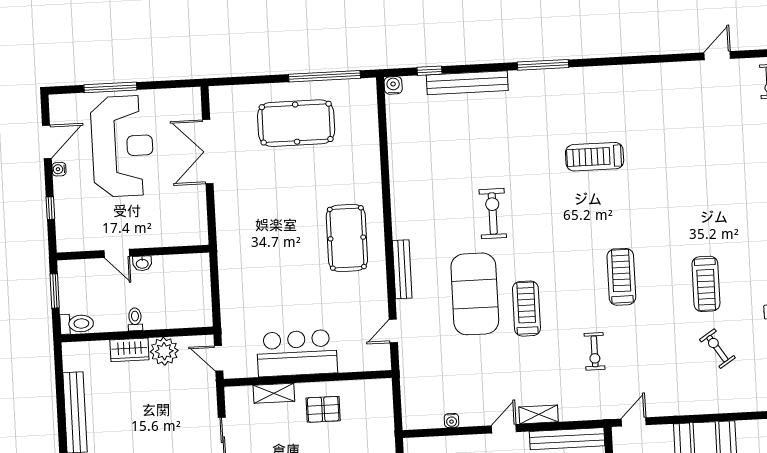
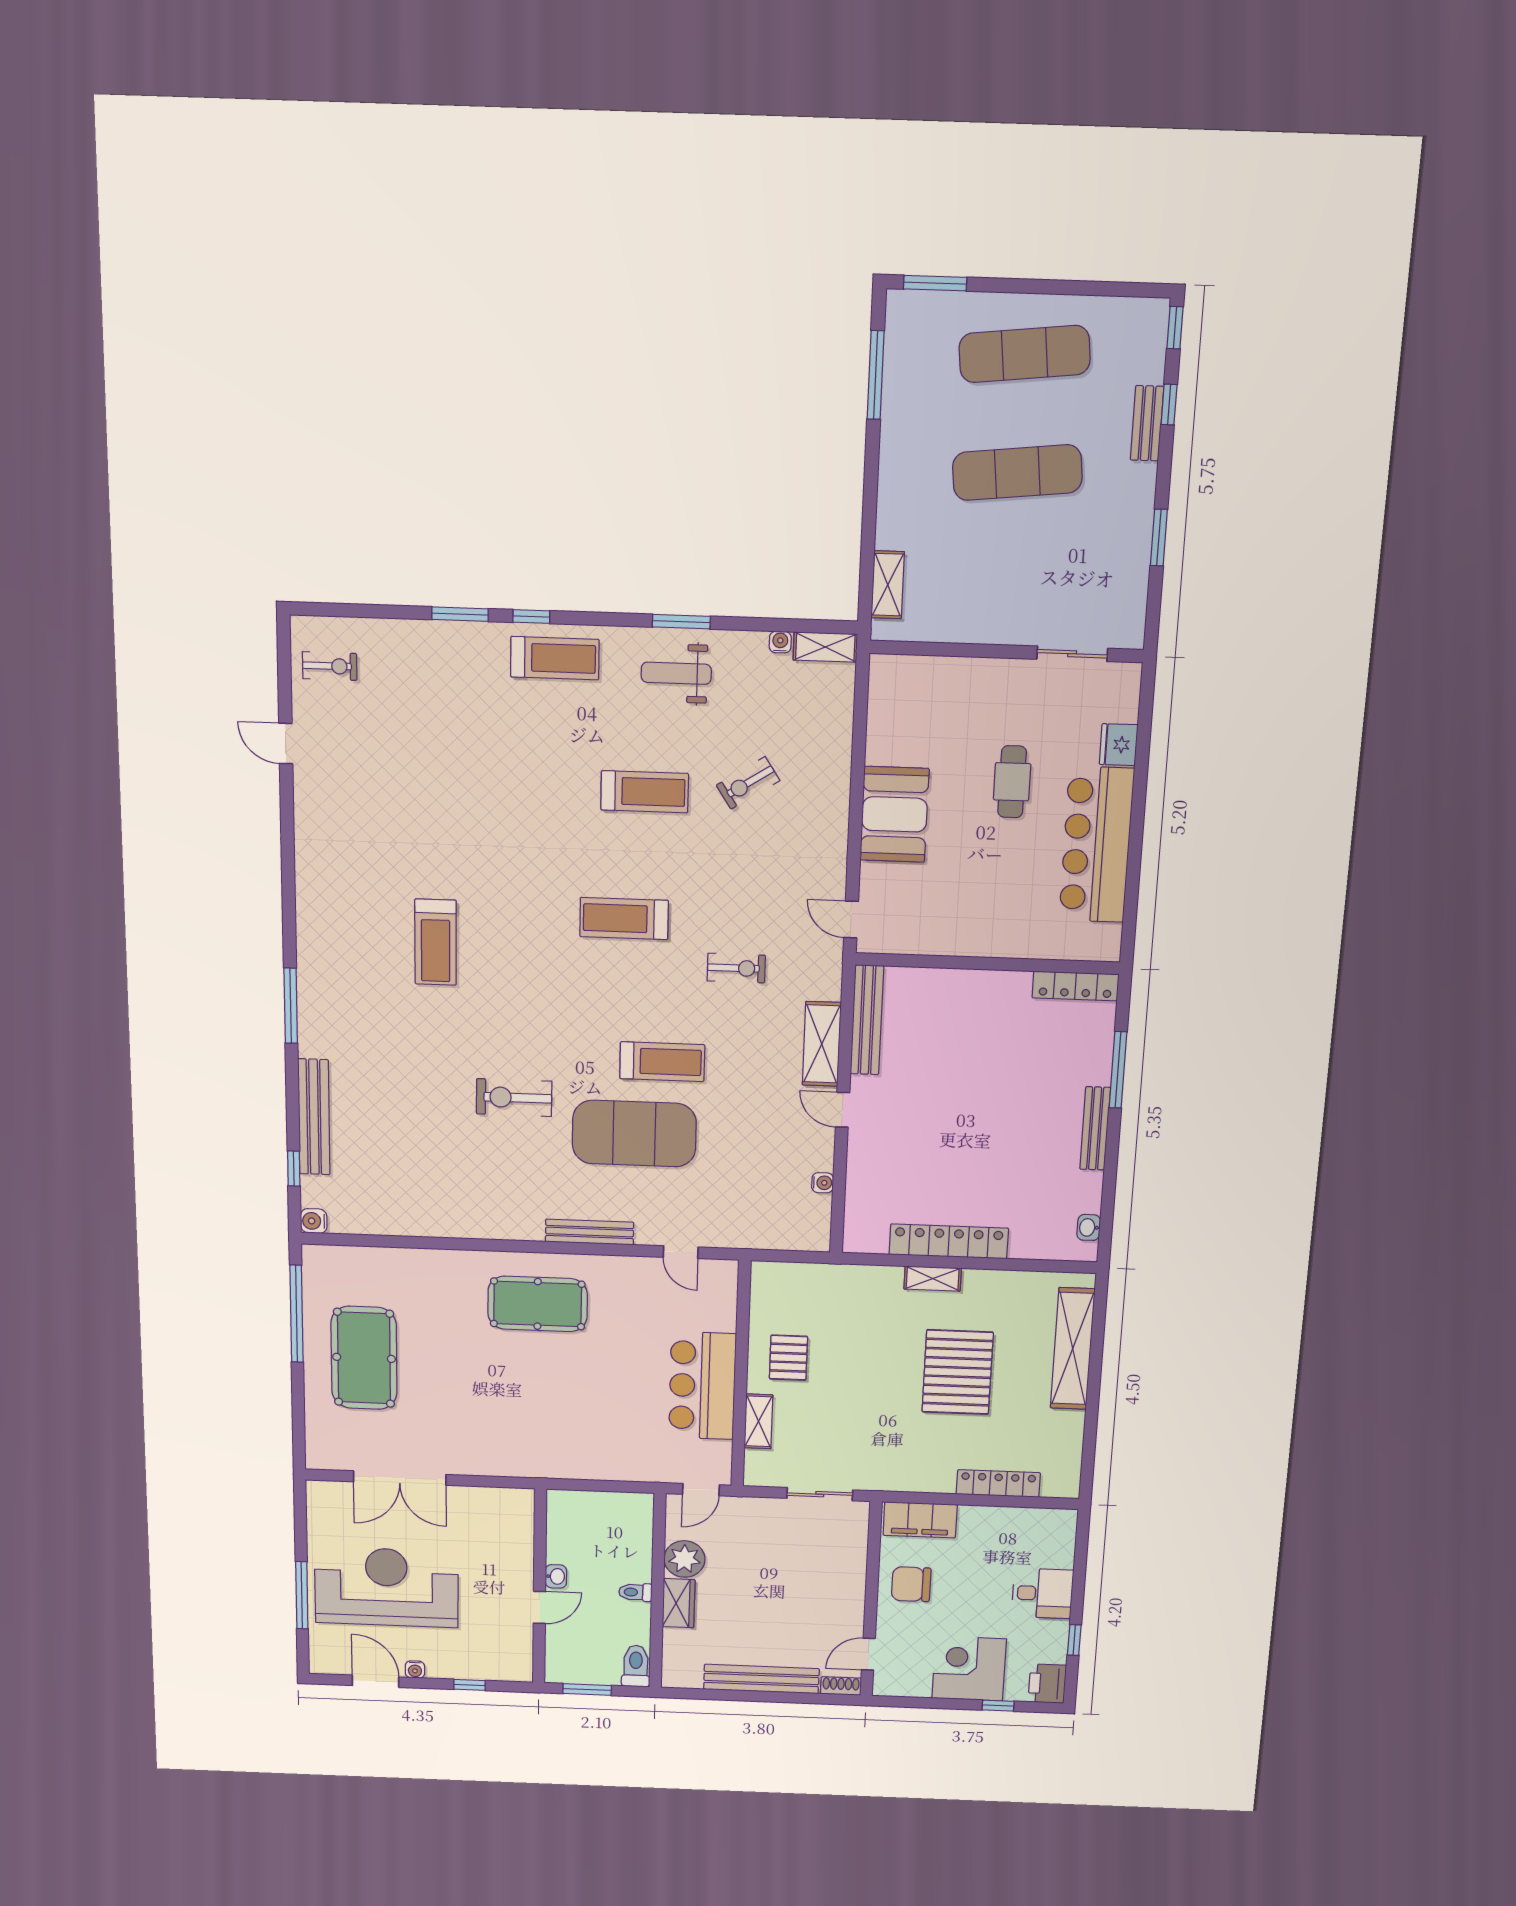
treadmill: (526, 309) -> (662, 1062), turned 180
shelving: (539, 414) -> (822, 1044), width x1.50, depth x1.33

